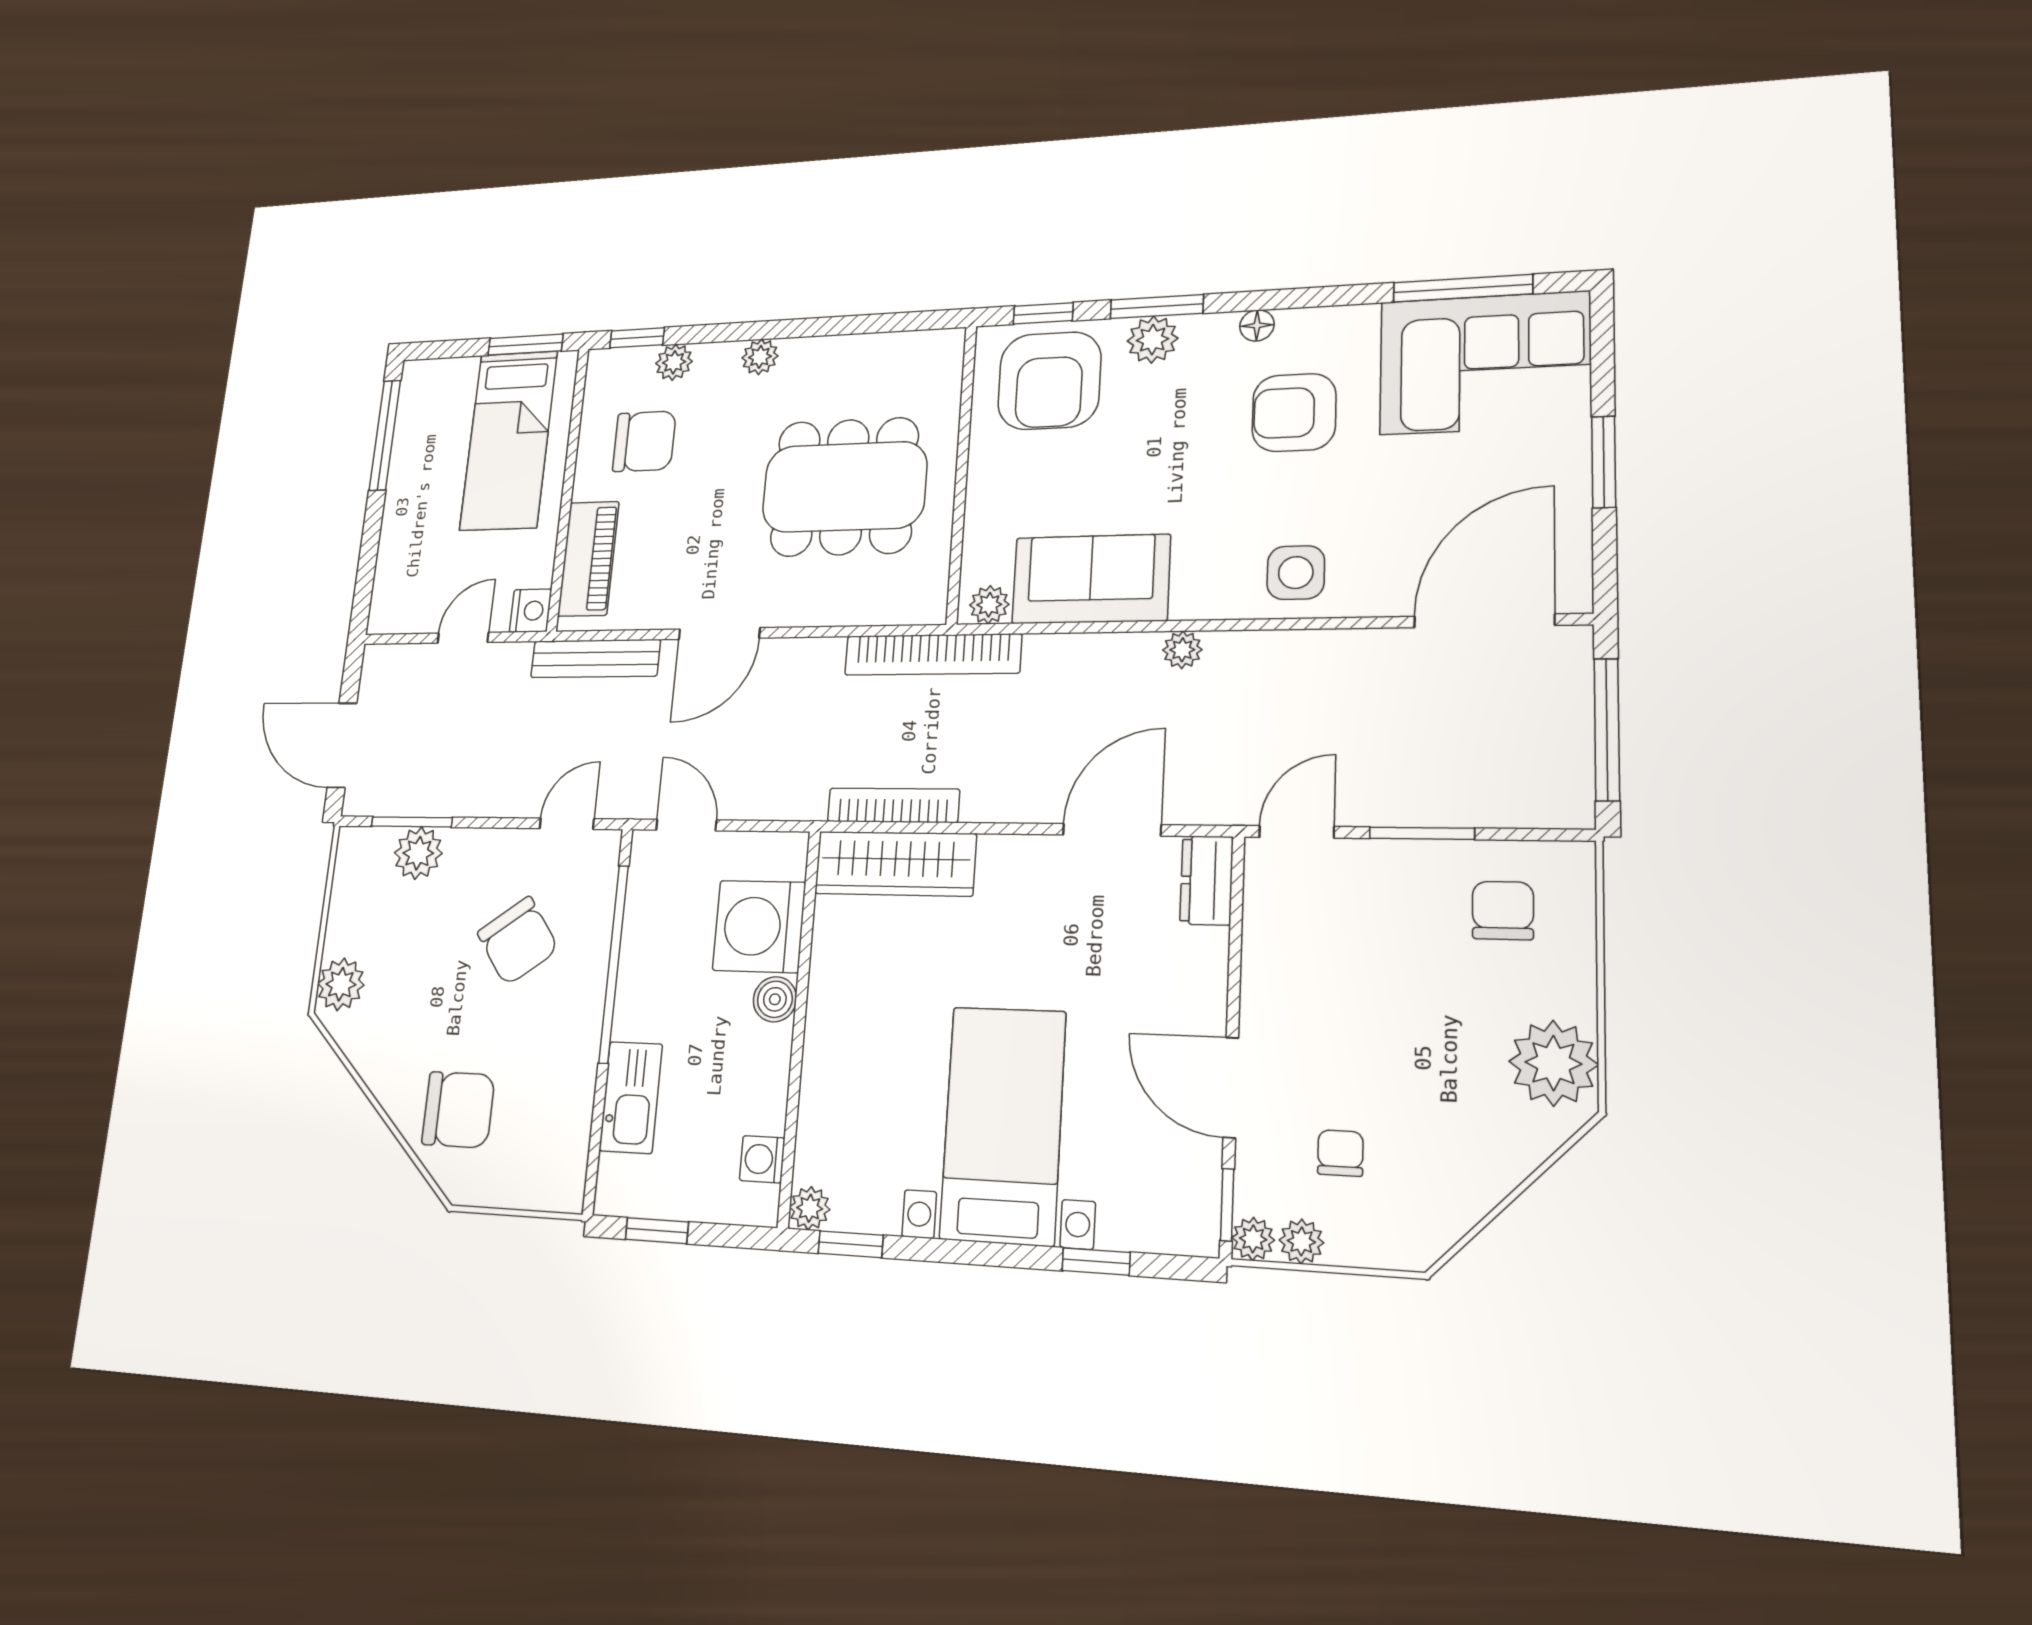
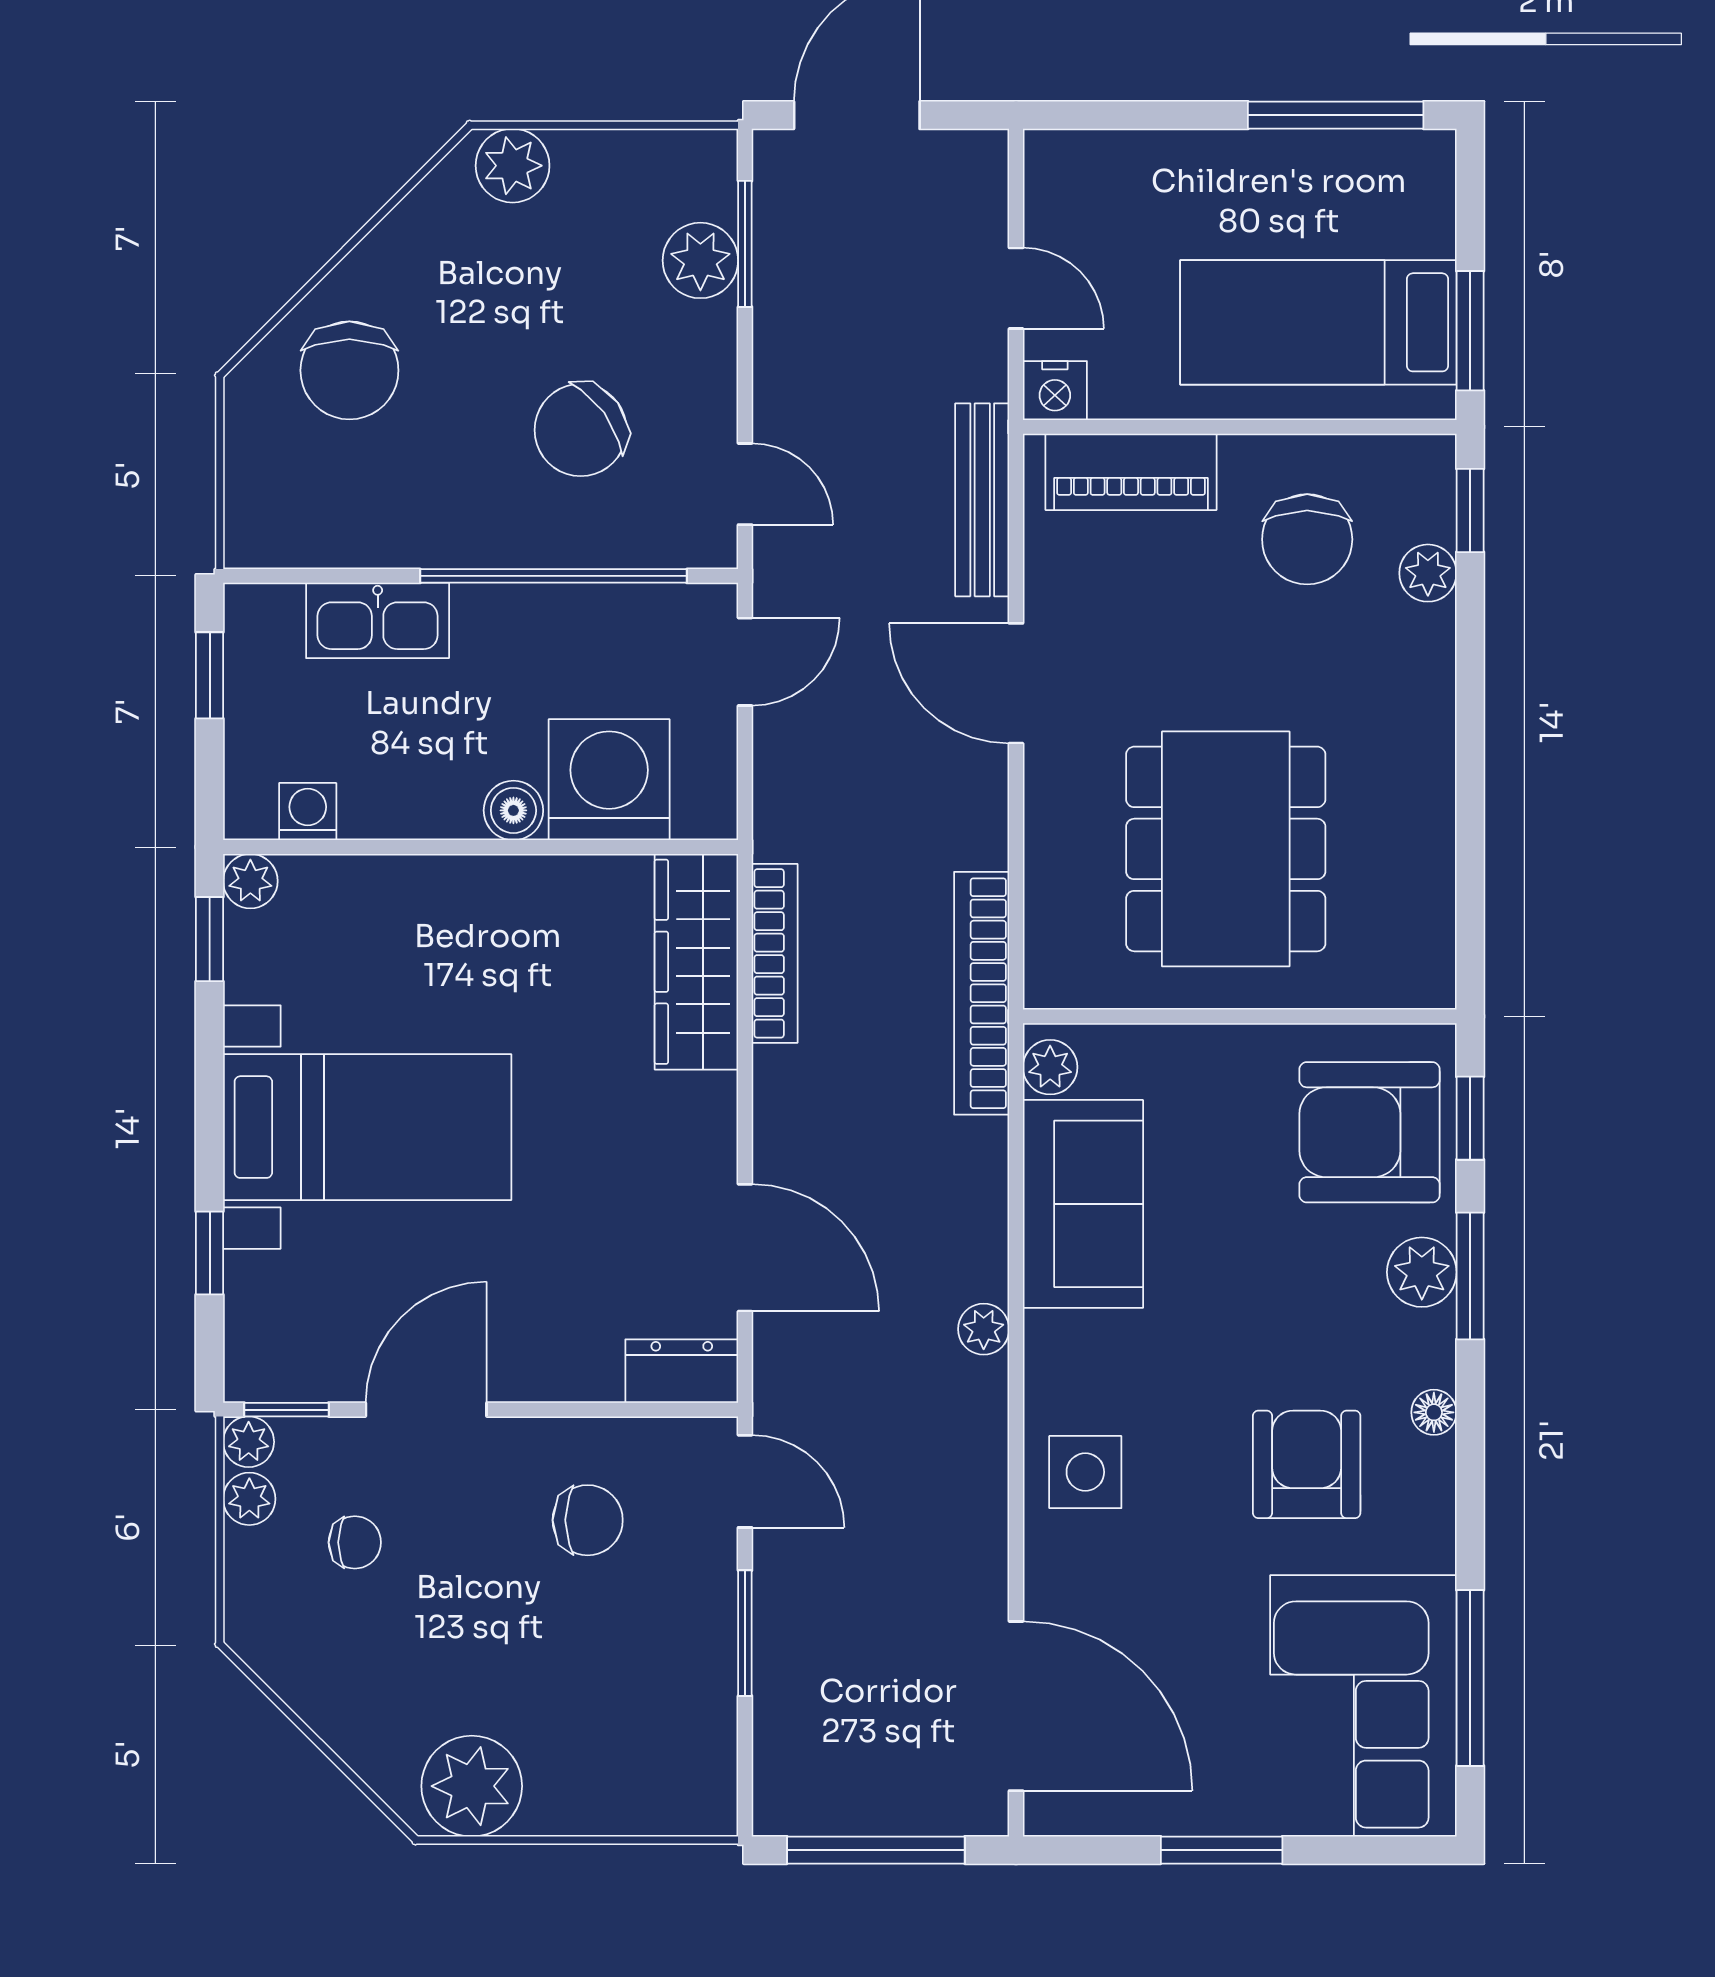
plant: (760, 357) -> (1429, 706), removed
chair: (1503, 910) -> (588, 1520), moved

